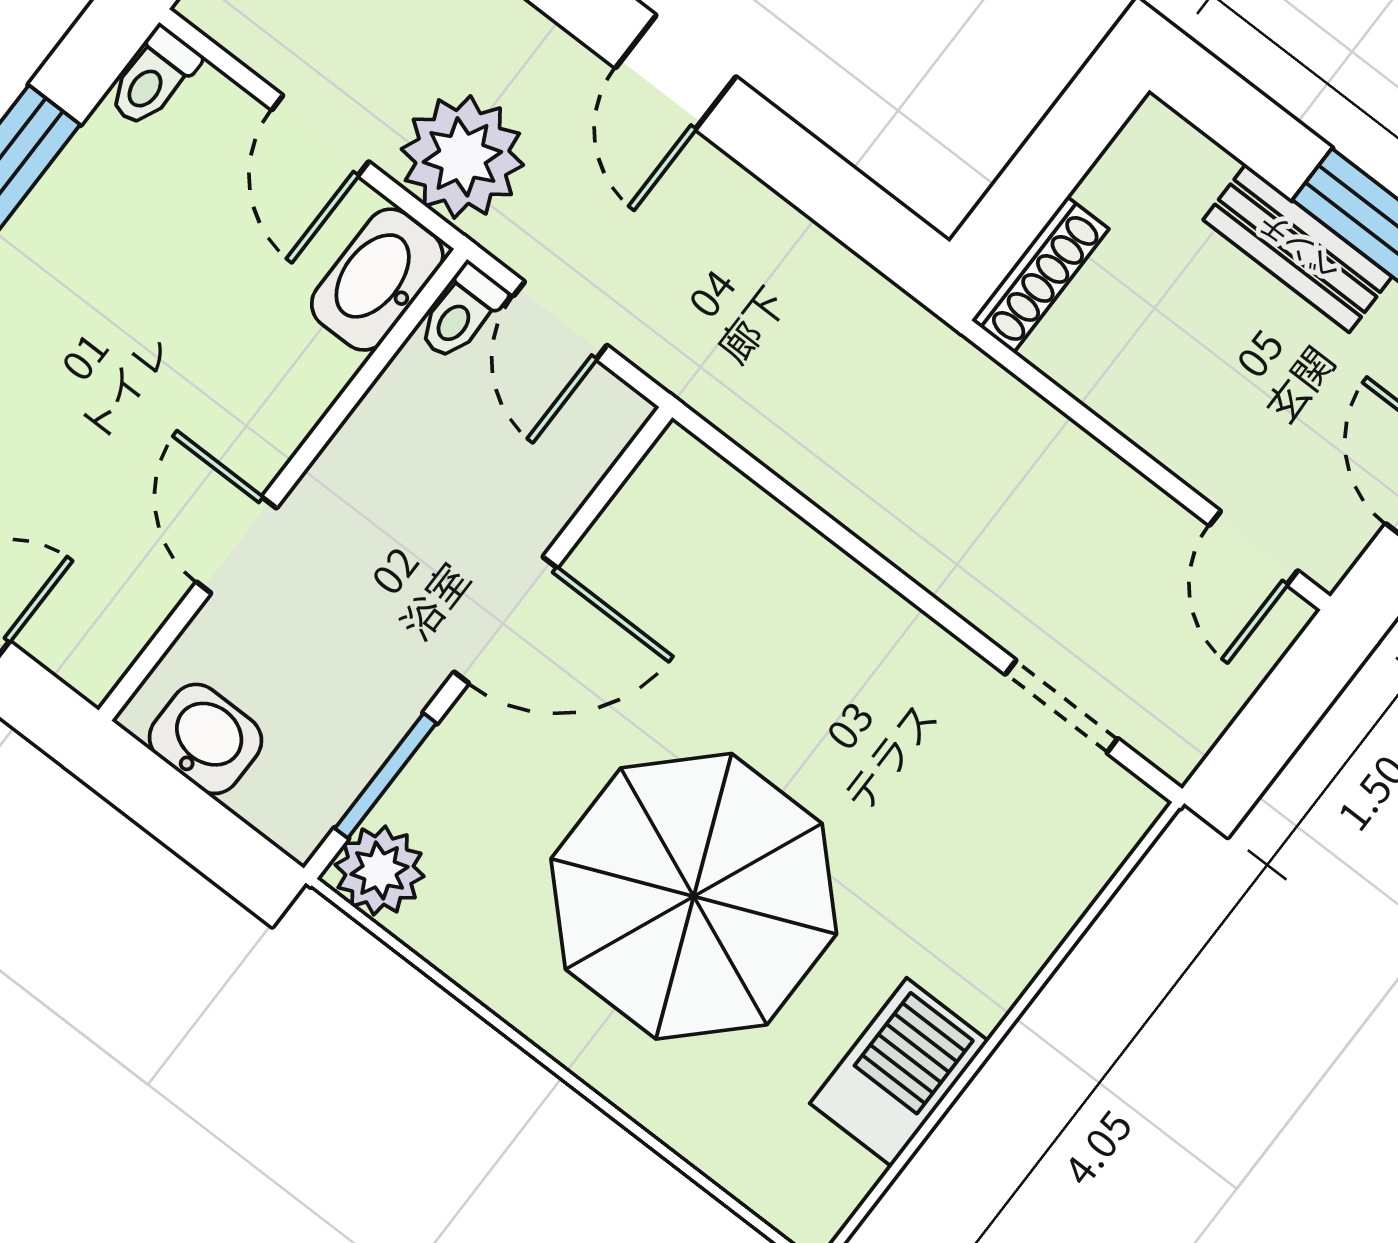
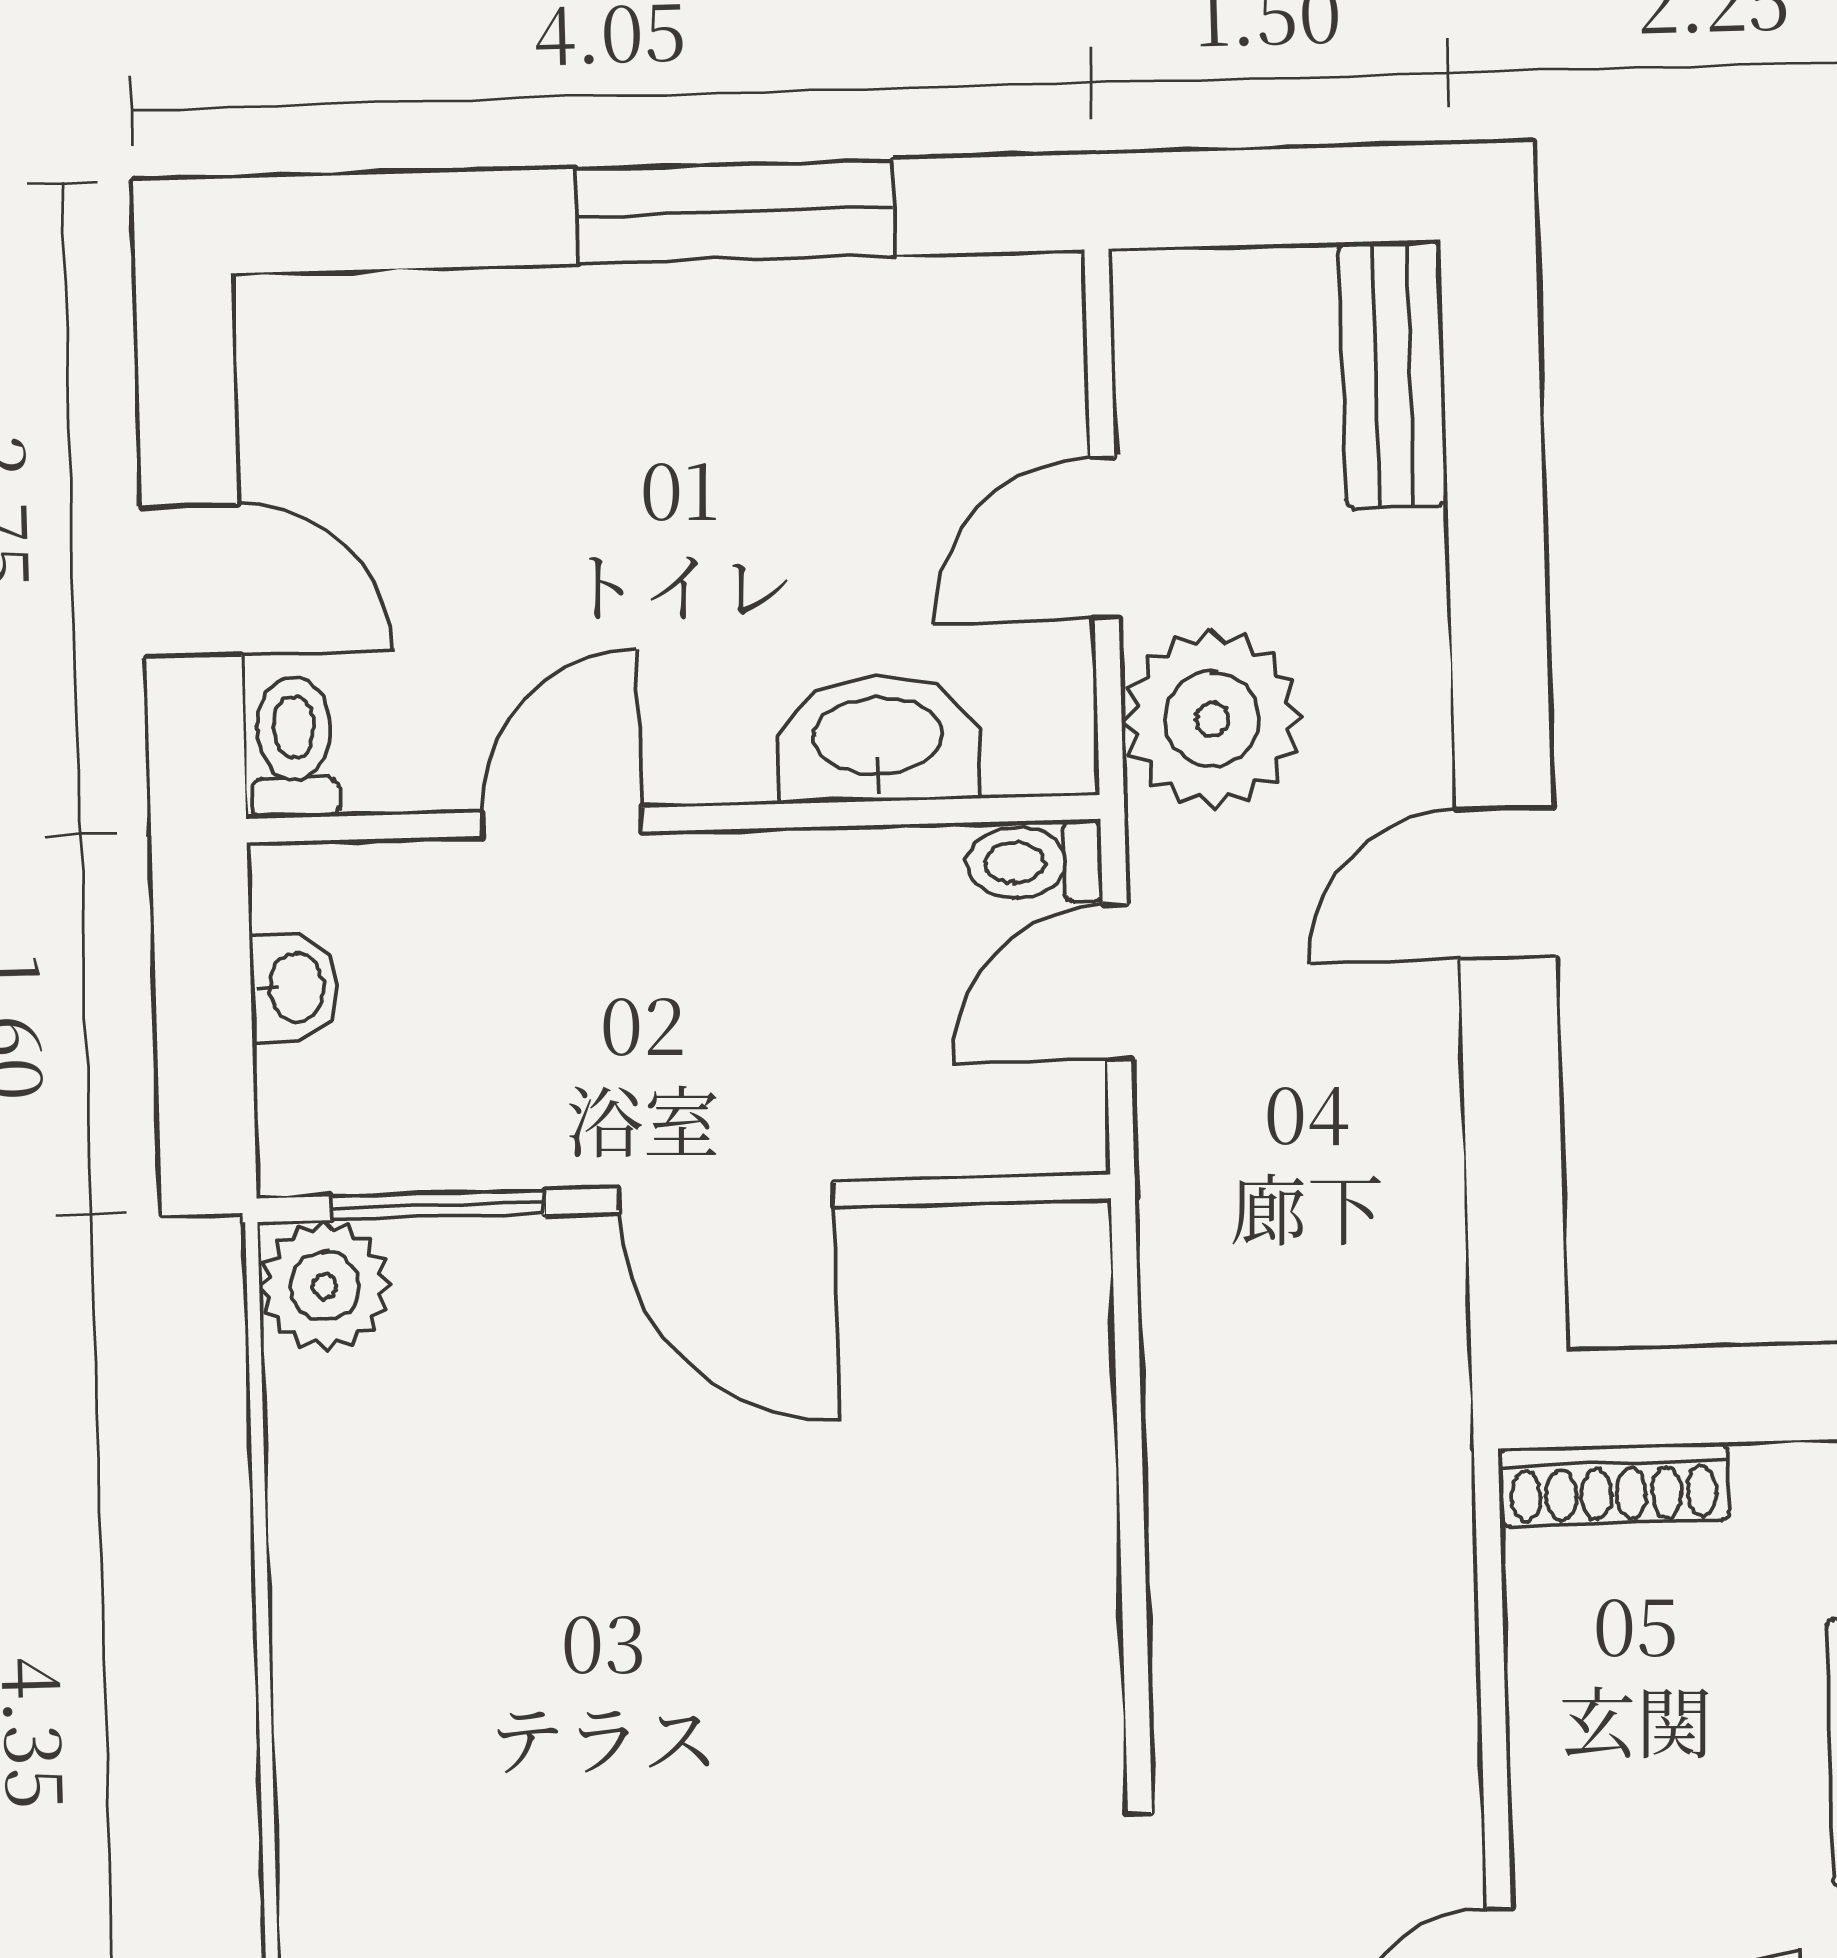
toilet: (153, 78) -> (294, 747), moved, turned 90
washbasin: (377, 280) -> (878, 739), moved
washbasin: (206, 739) -> (294, 988), width x0.72, depth x0.69
parasol: (694, 896) -> (586, 1667), removed

